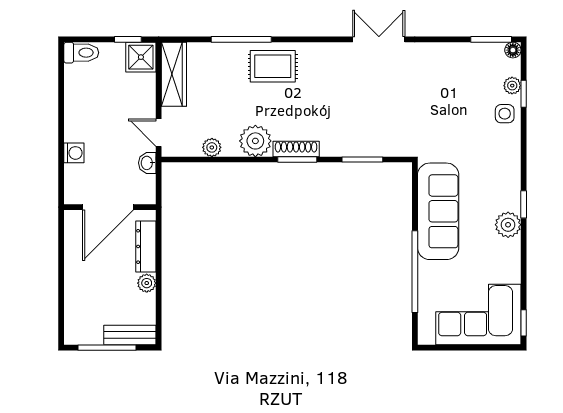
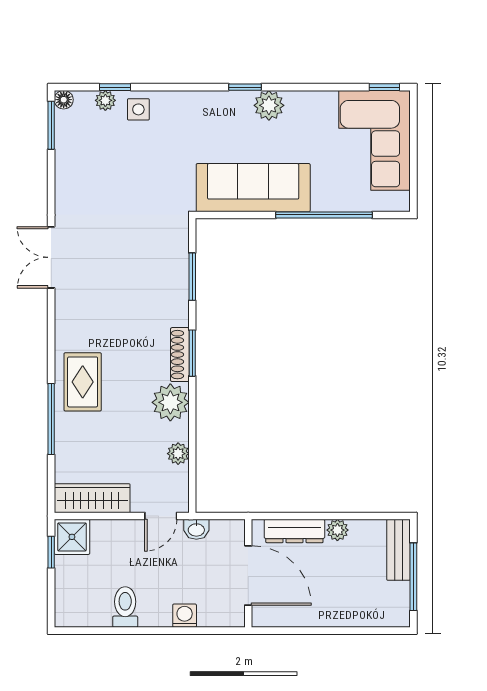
toilet: (81, 53) -> (125, 607), moved

